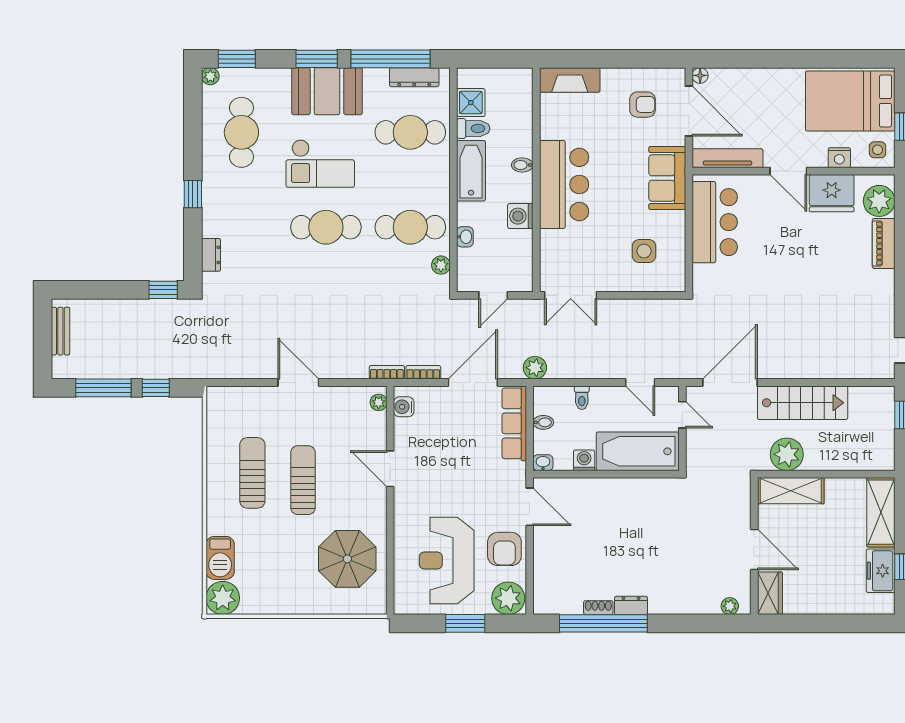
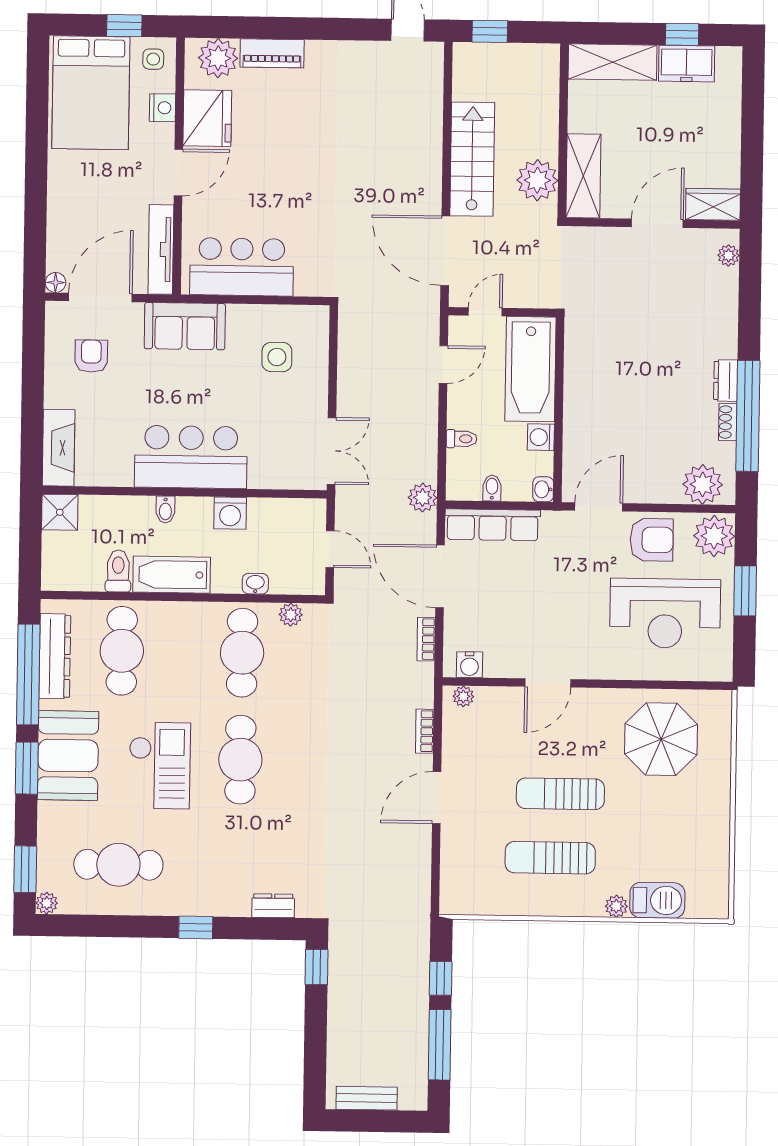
dresser: (414, 77) -> (55, 656), width x1.37, depth x1.24
shower: (471, 103) -> (60, 512), moved
bookcase: (387, 372) -> (425, 731), moved
plant: (549, 589) -> (703, 484), added
plant: (223, 598) -> (616, 906), moved, width x0.53, depth x0.53

